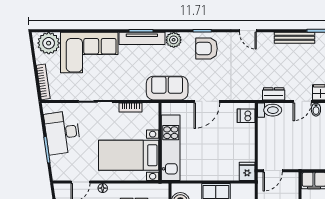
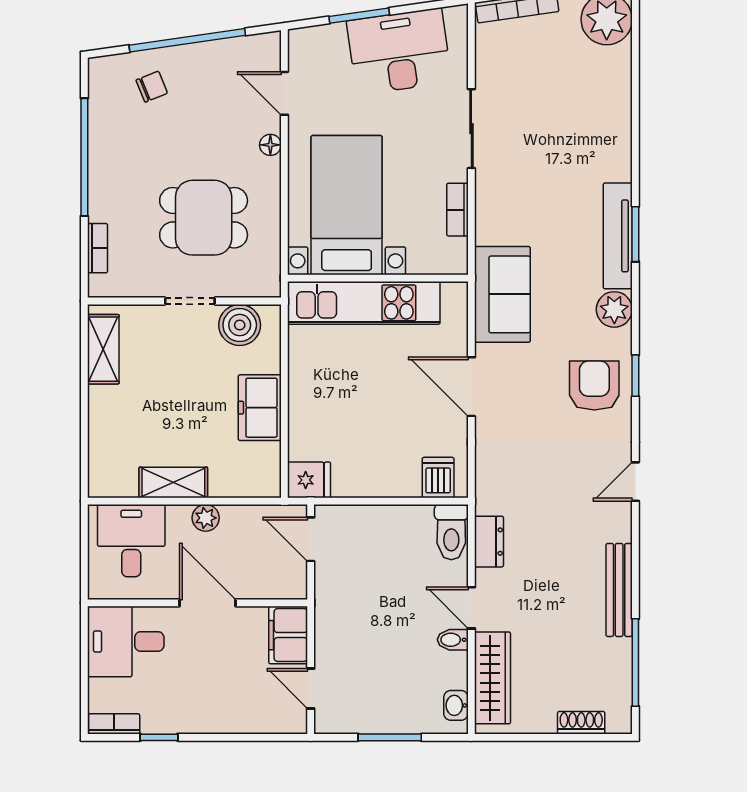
corner sofa: (89, 53) -> (585, 114), removed

